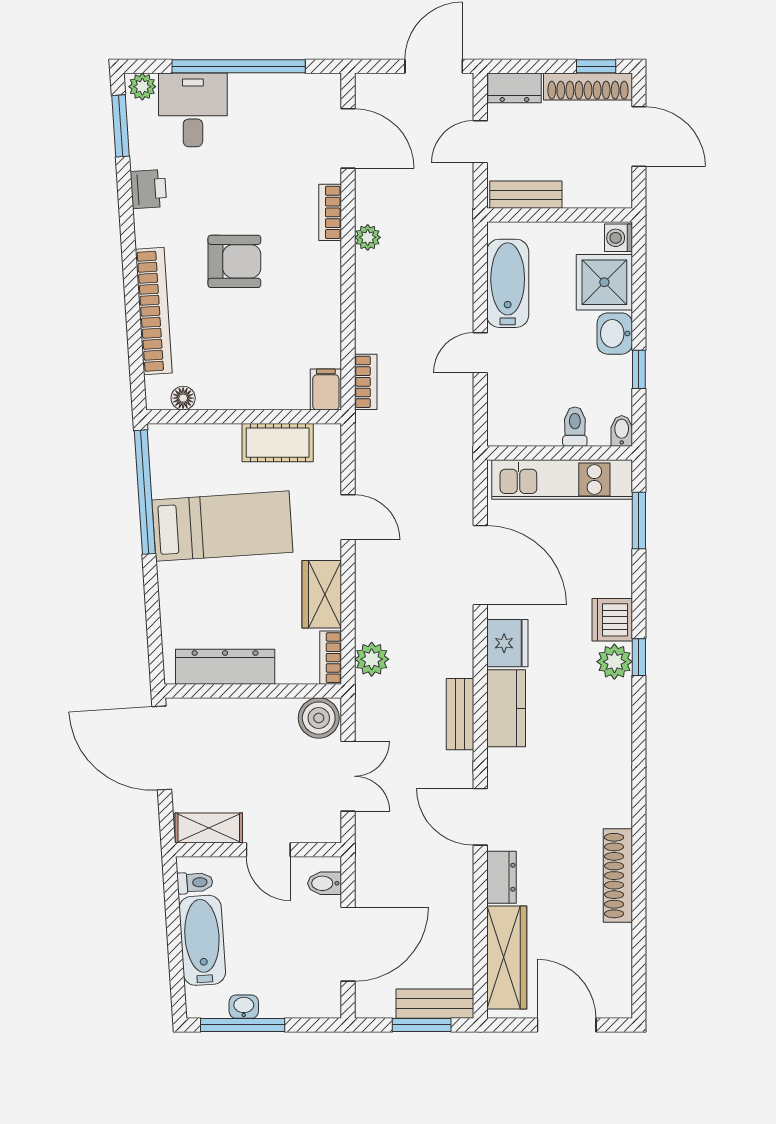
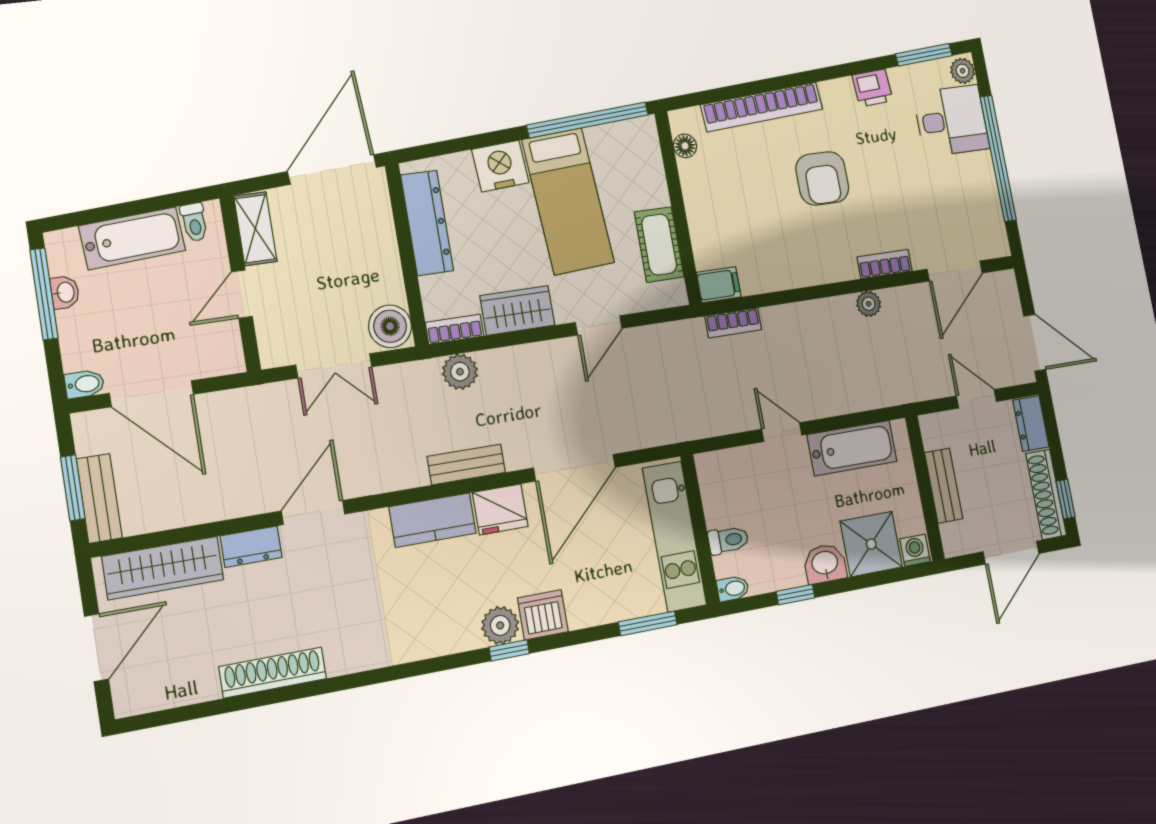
bench: (526, 195) -> (944, 486), moved
nightstand: (179, 587) -> (500, 166), added
bench: (460, 714) -> (466, 464), moved
bidet: (325, 883) -> (84, 384), moved, turned 90

